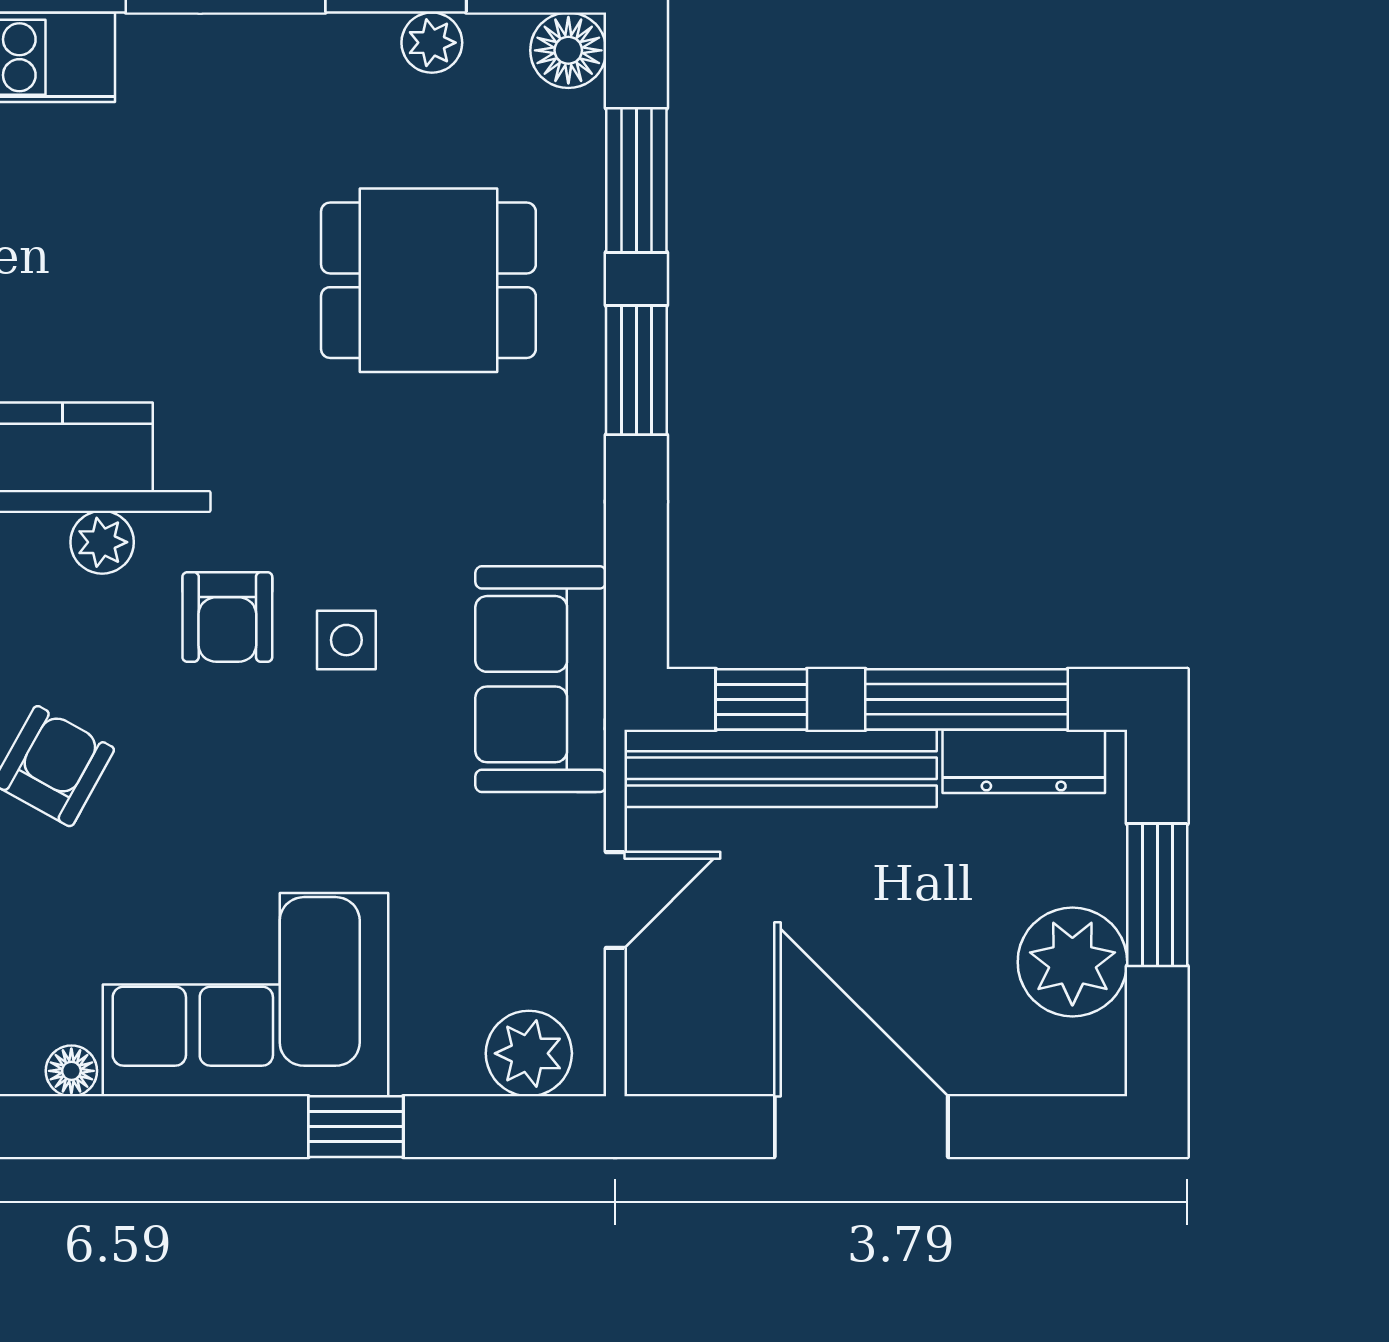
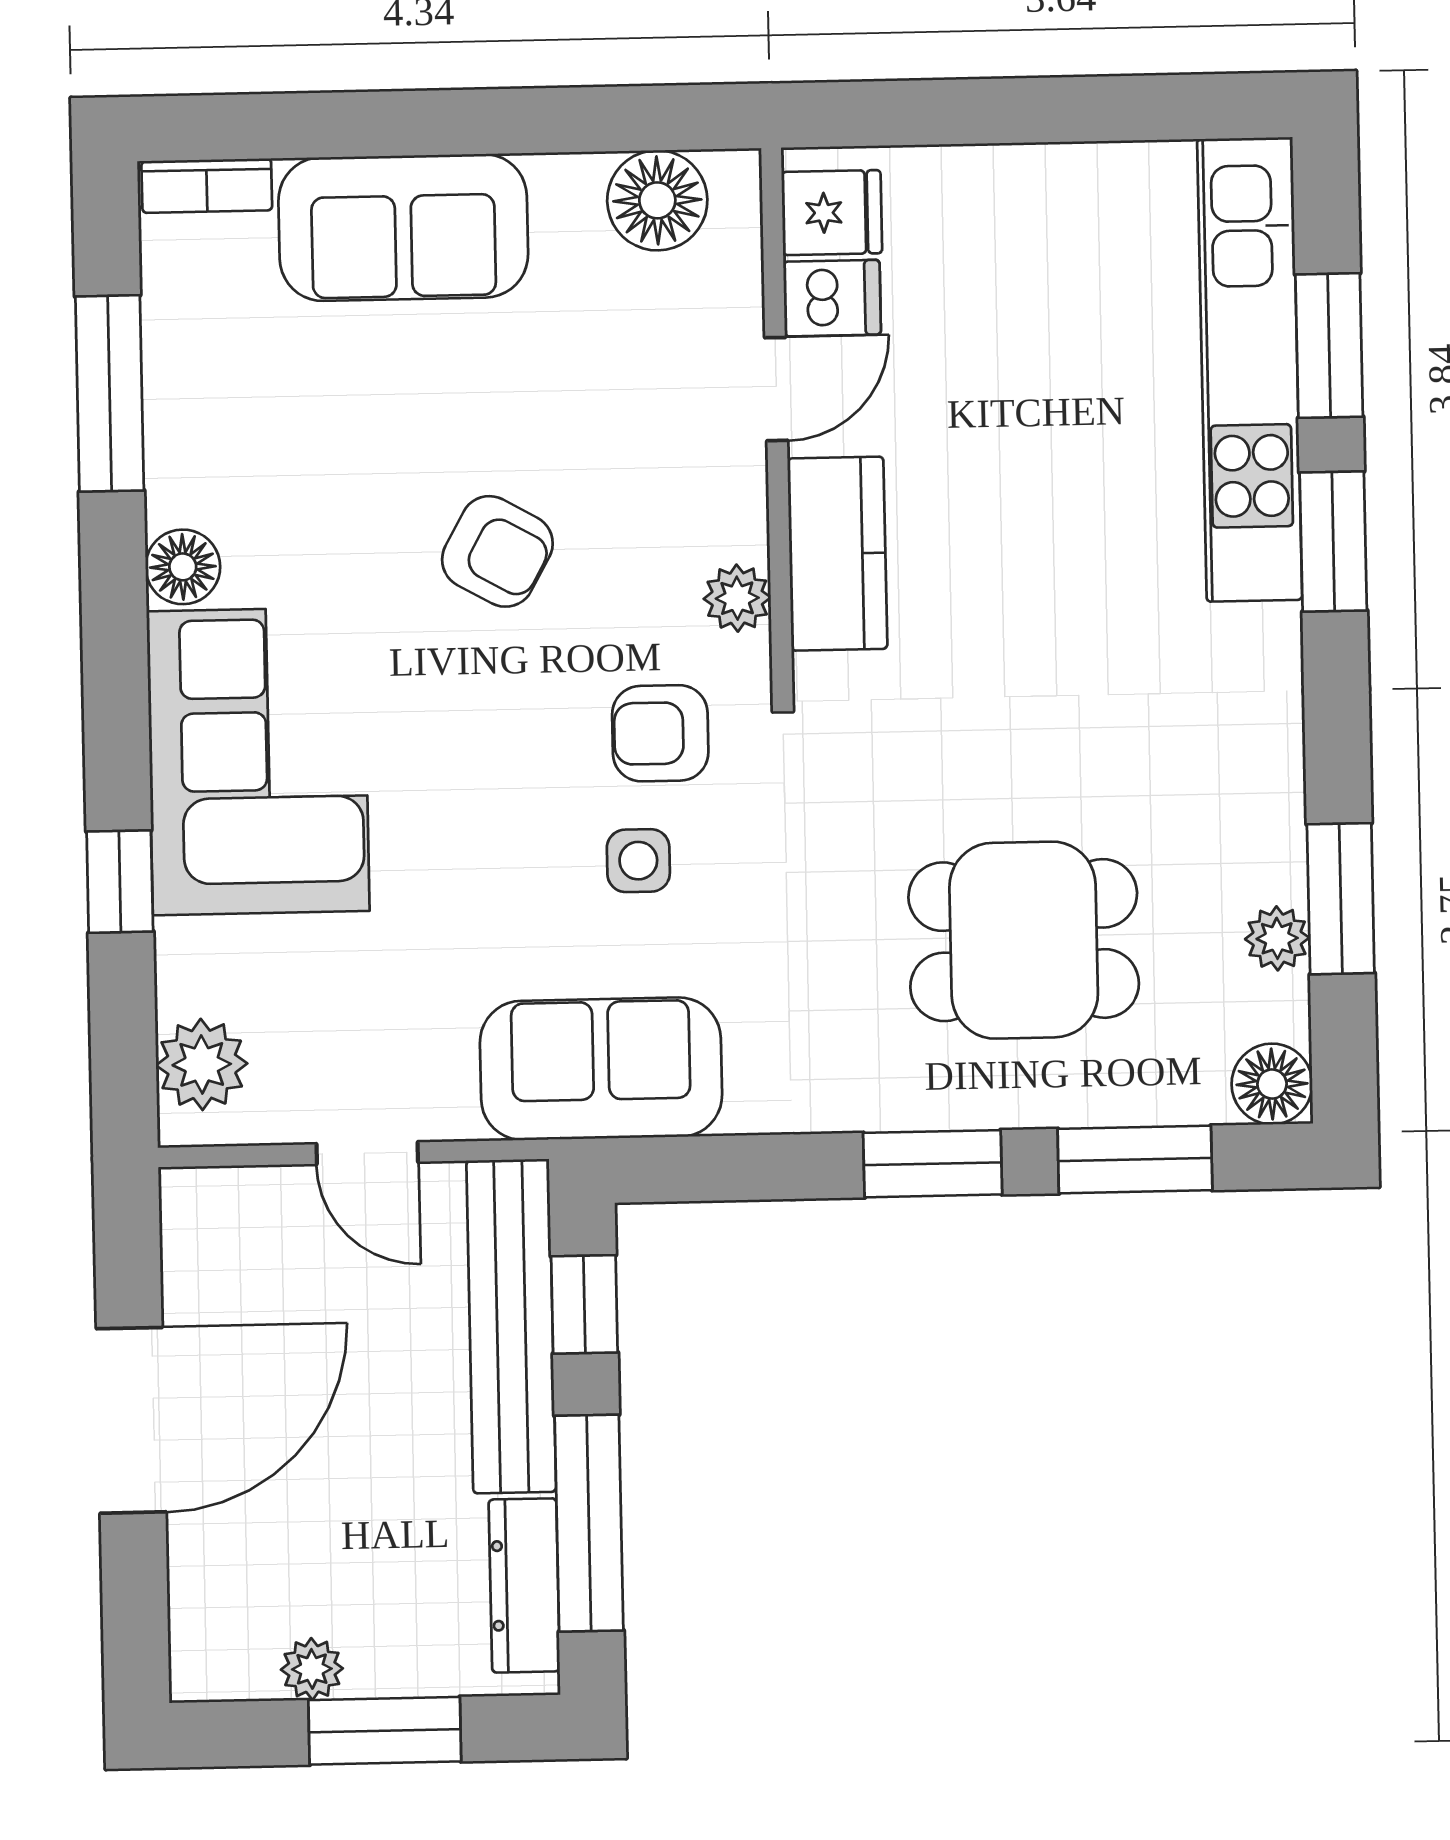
dining table: (428, 280) -> (1024, 940), turned 90
plant: (1072, 962) -> (312, 1669), width x0.53, depth x0.53
floor lamp: (71, 1071) -> (183, 567), width x1.37, depth x1.37

